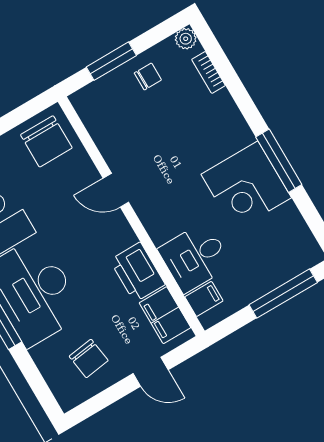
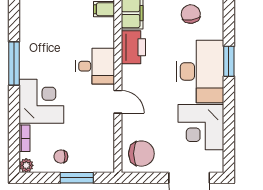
chair: (46, 141) -> (141, 154), turned 90
corner desk: (246, 186) -> (41, 101), moved
desk: (195, 257) -> (95, 66), moved

